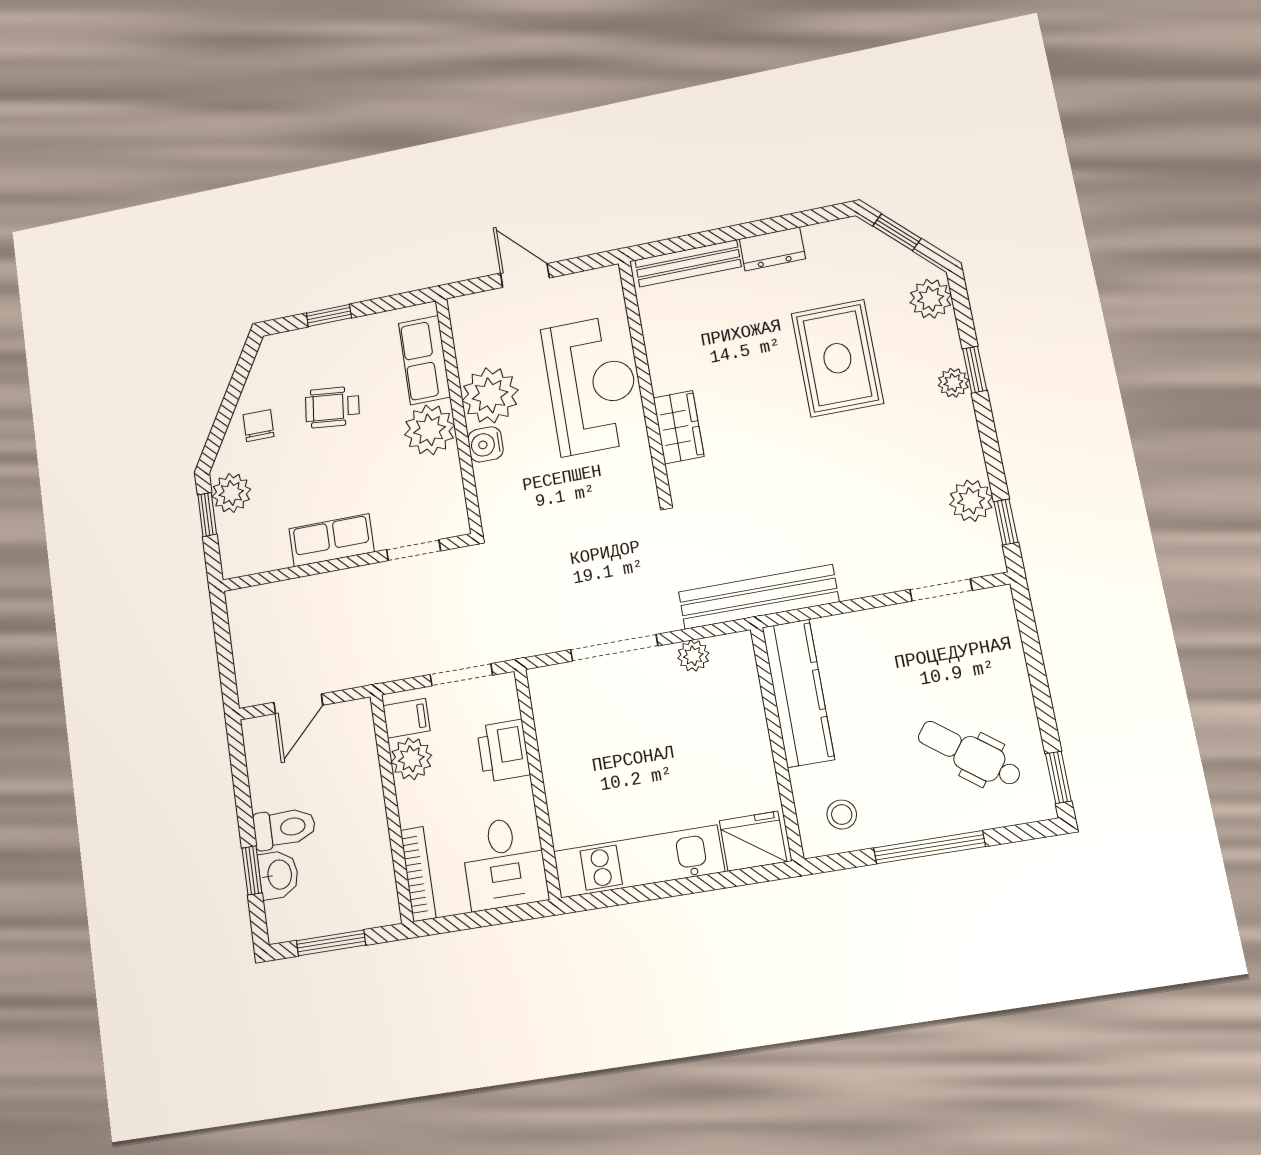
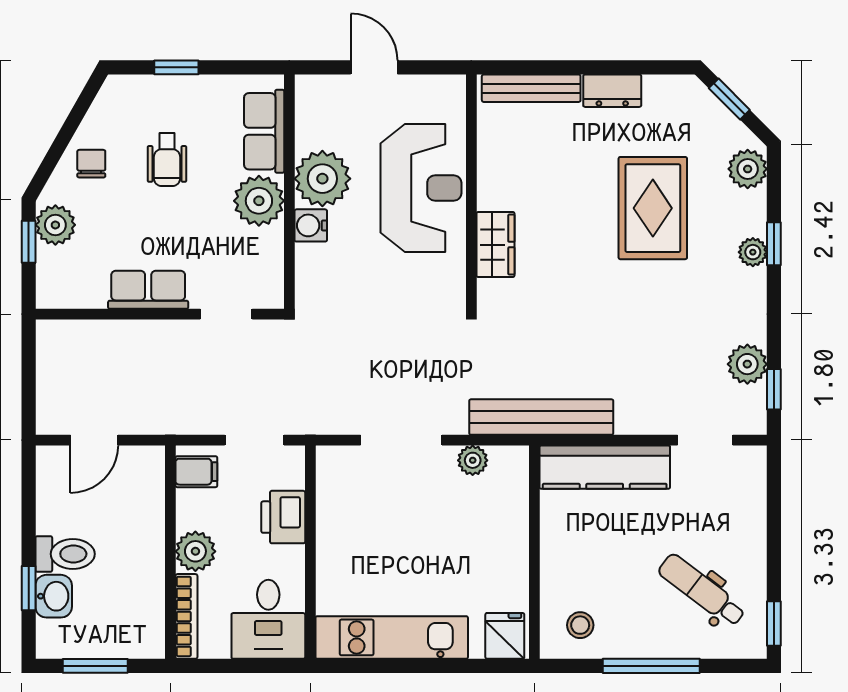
wheelchair: (332, 407) -> (167, 160), turned -96
kitchen counter: (798, 693) -> (605, 467), moved, turned 90
plant: (411, 759) -> (195, 551), moved
fridge: (753, 841) -> (505, 636), width x0.72

